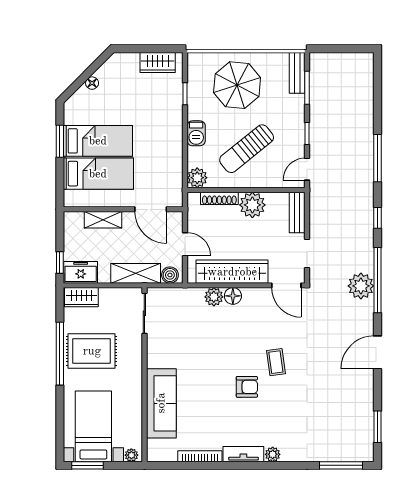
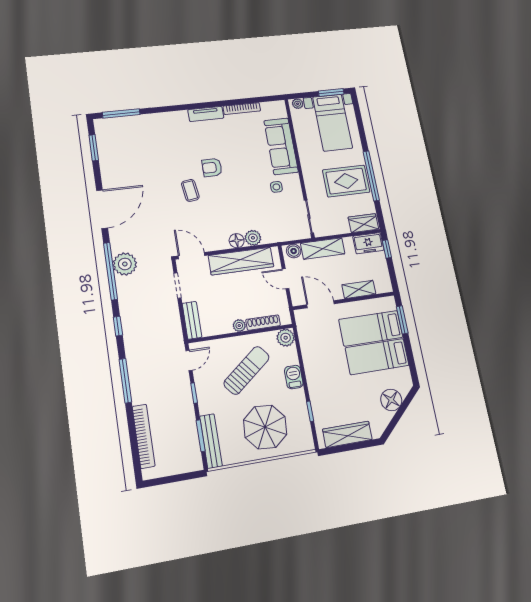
wardrobe: (158, 62) -> (347, 434), width x1.50
bench: (297, 73) -> (211, 441), width x1.36
floor lamp: (92, 83) -> (391, 400), width x1.89, depth x1.89
bookcase: (367, 97) -> (144, 436), added
window: (60, 141) -> (402, 320), moved
plant: (252, 205) -> (239, 326), width x0.53, depth x0.53
door: (377, 352) -> (102, 209), width x1.36
side table: (176, 354) -> (276, 187), added
plant: (273, 454) -> (181, 116), removed

